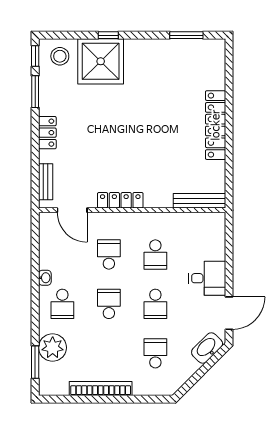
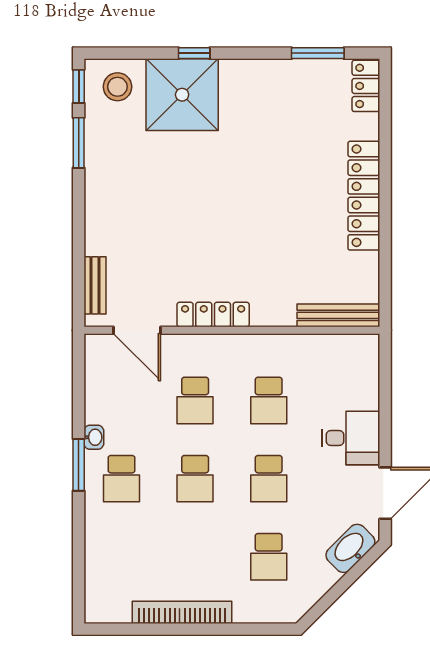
locker: (47, 133) -> (366, 86), moved, turned 180
school desk: (109, 255) -> (195, 400), turned 180
school desk: (109, 304) -> (195, 479), turned 180
plant: (53, 348) -> (106, 548), removed
school desk: (155, 353) -> (269, 557), turned 180
window: (35, 362) -> (79, 465), moved

